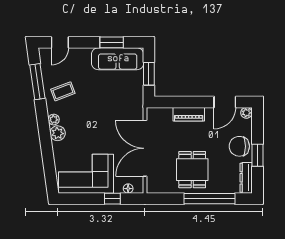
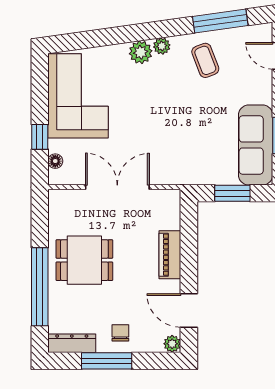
chair: (239, 146) -> (120, 333), width x0.54, depth x0.54
double door: (145, 148) -> (117, 187), width x0.73
window: (257, 155) -> (107, 361), width x1.44

